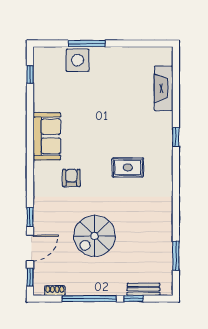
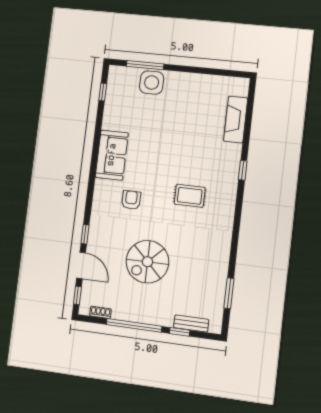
window: (87, 43) -> (145, 65), moved
door: (30, 248) -> (81, 265), hinge flipped

